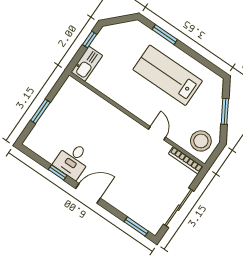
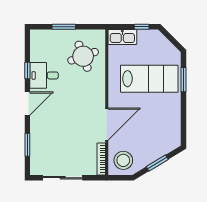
lab bench: (168, 75) -> (149, 79), moved, turned 90
round table: (80, 112) -> (83, 56), added
door: (157, 133) -> (107, 124), width x1.88
door: (88, 193) -> (27, 104), hinge flipped
window: (136, 227) -> (27, 145), moved

